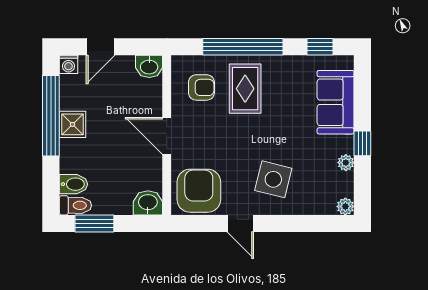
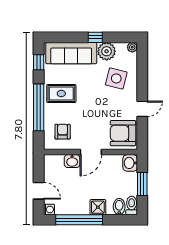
washbasin: (149, 66) -> (72, 161), moved, turned 90
rug: (245, 89) -> (61, 94), moved
sofa: (336, 102) -> (71, 53), width x1.36
shower: (72, 124) -> (98, 207), moved
plant: (346, 163) -> (107, 51), width x1.88, depth x1.88
side table: (273, 179) -> (116, 78), moved
window: (94, 224) -> (142, 184), moved

